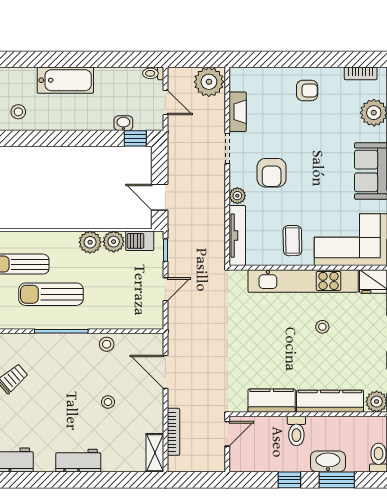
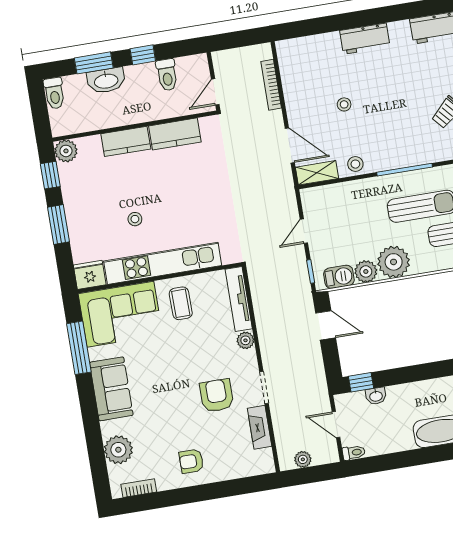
plant: (209, 82) -> (303, 459), width x0.53, depth x0.53
armchair: (272, 173) -> (217, 395), moved
plant: (90, 242) -> (394, 262), width x1.36, depth x1.36
kitchen counter: (330, 401) -> (126, 141), width x0.67
toilet: (296, 431) -> (167, 75), moved, turned 180
shelving: (155, 453) -> (317, 173), moved, turned 90

